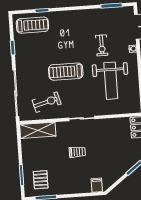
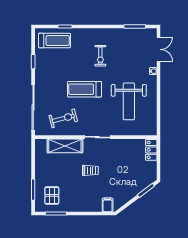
exercise bike: (102, 45) -> (100, 56), moved
shelving: (38, 130) -> (65, 146), moved

